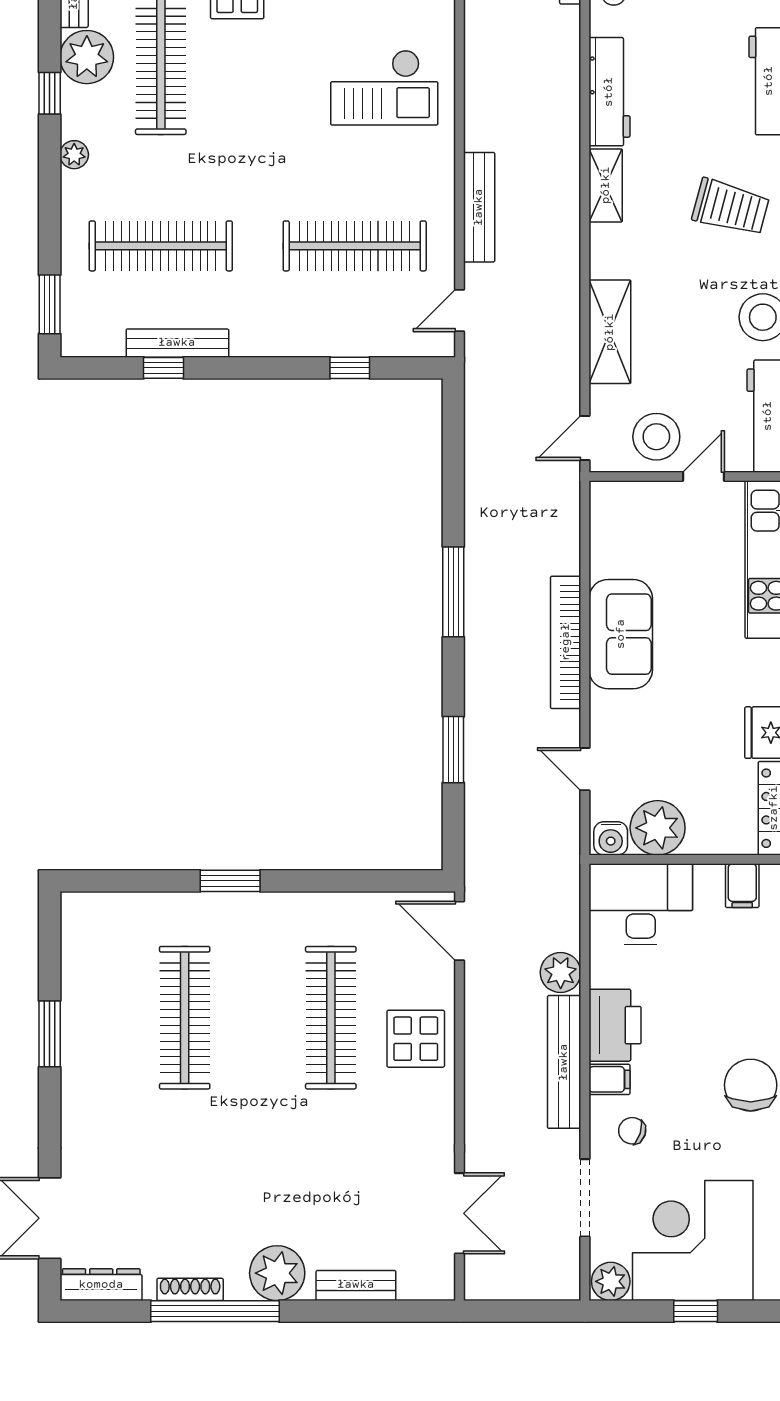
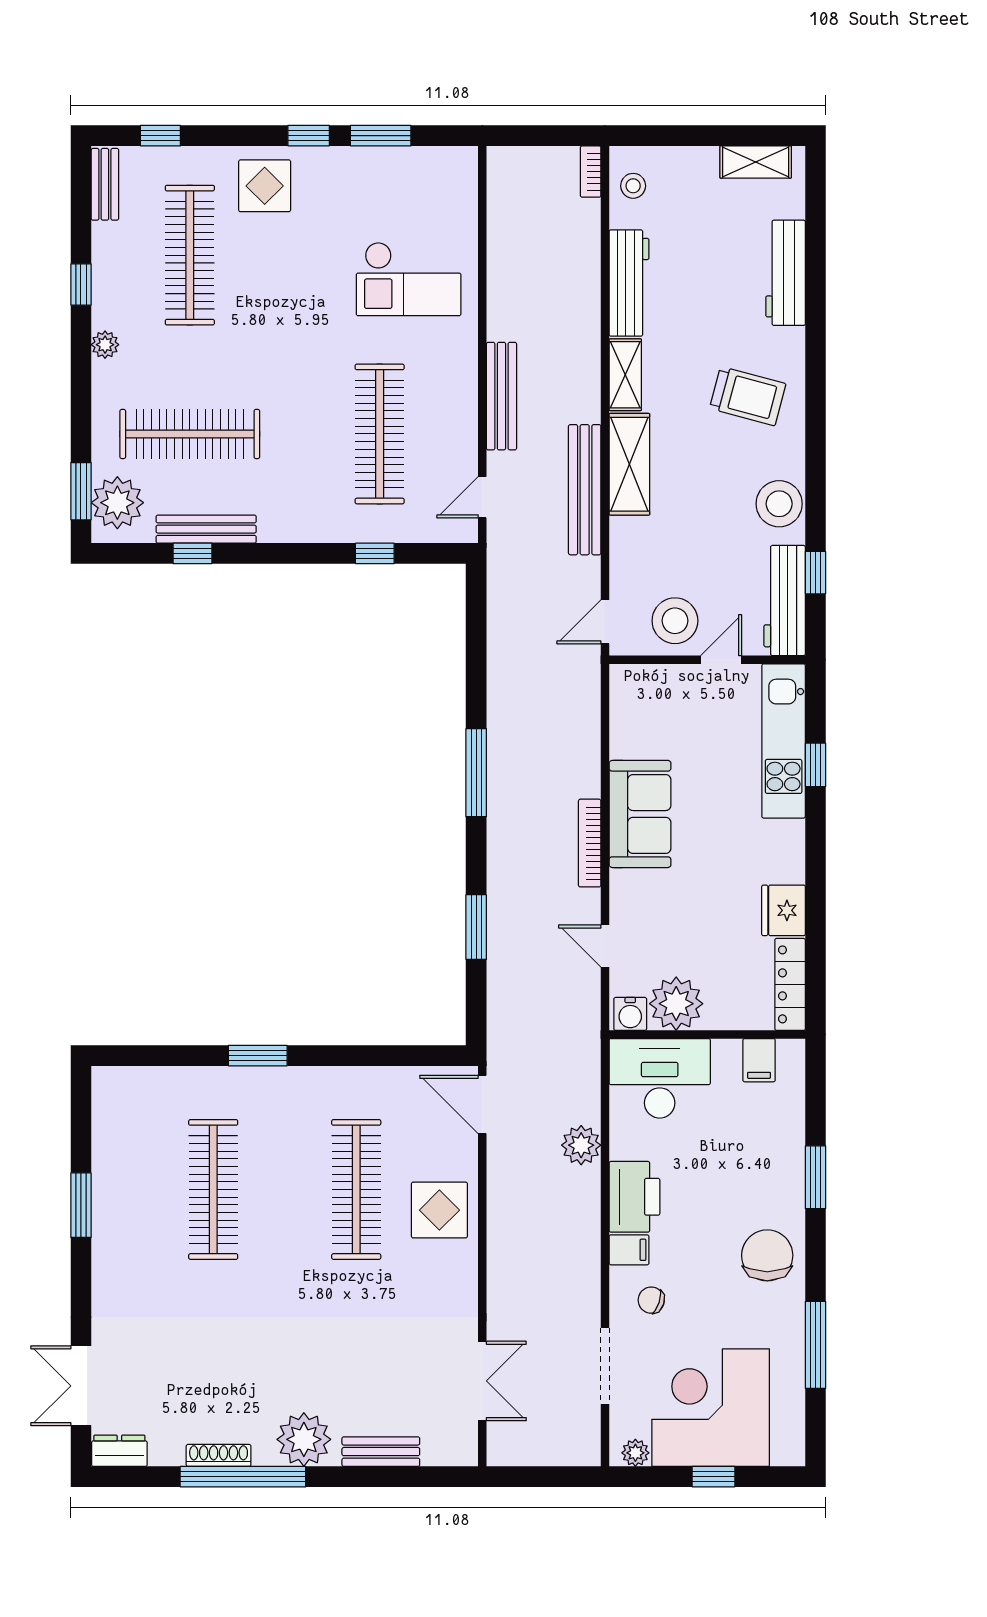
plant: (87, 57) -> (117, 503), moved
clothes rail: (355, 246) -> (380, 434), turned 90
shelving: (610, 332) -> (629, 464), moved
bookcase: (566, 642) -> (590, 843), width x0.68, depth x0.76
bench: (564, 1062) -> (585, 490), moved
plant: (611, 1281) -> (635, 1453), width x0.73, depth x0.73
dresser: (101, 1285) -> (119, 1451), width x0.70

